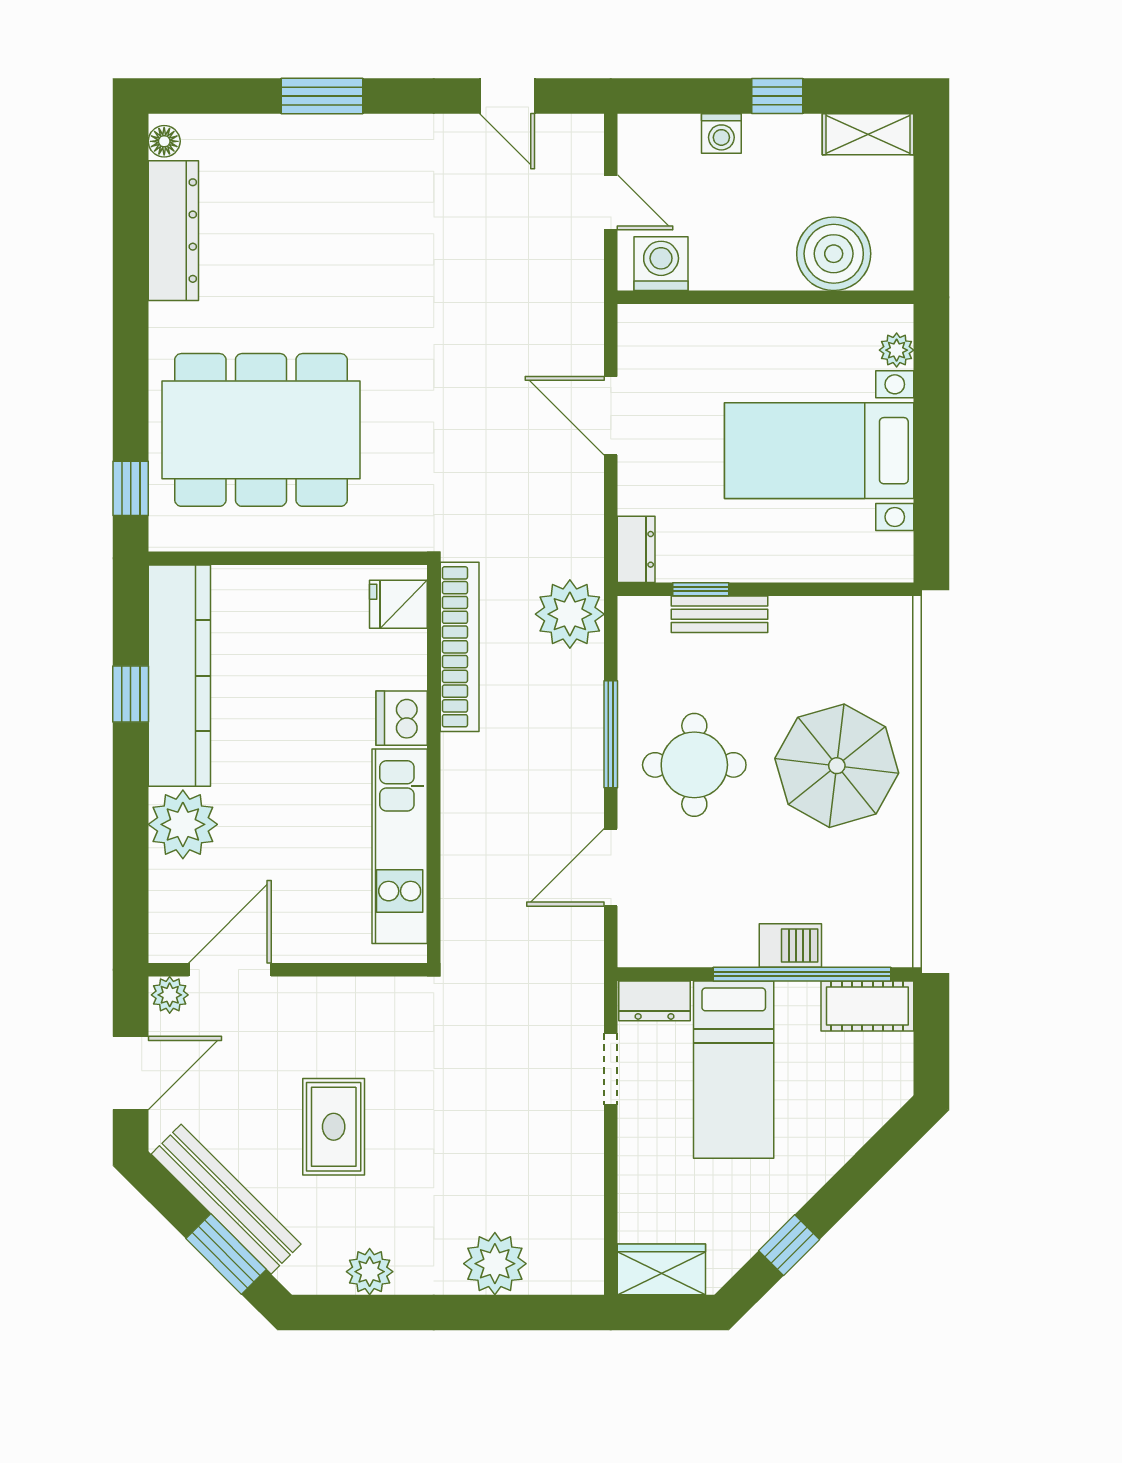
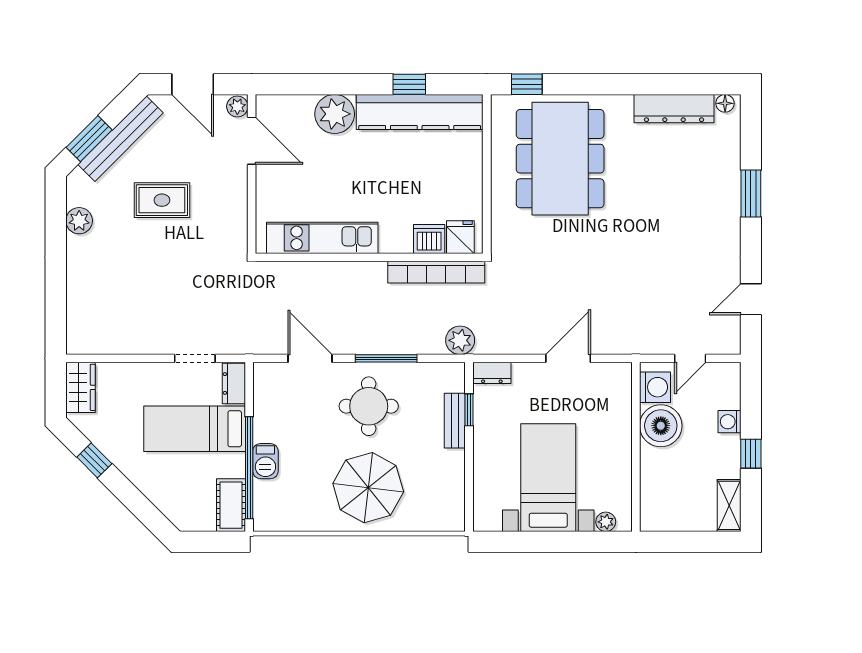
boiler: (834, 254) -> (661, 426), moved
plant: (570, 614) -> (460, 340), width x0.73, depth x0.73
dishwasher: (402, 718) -> (429, 239), moved
plant: (495, 1264) -> (84, 292), removed

